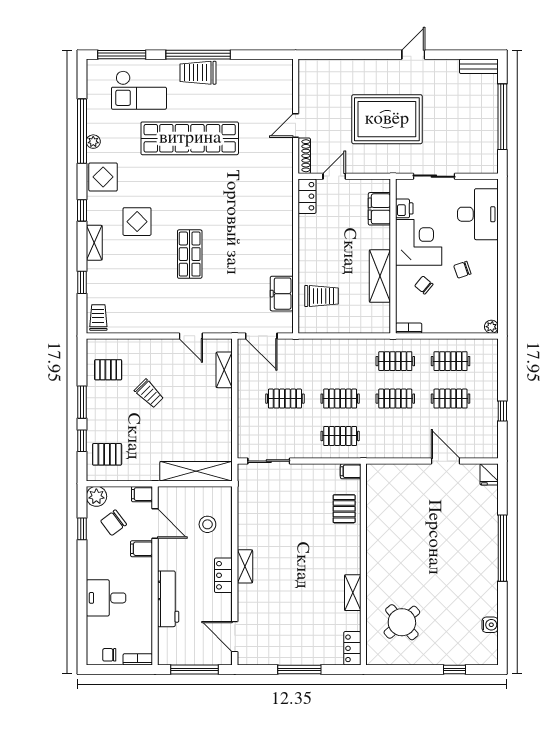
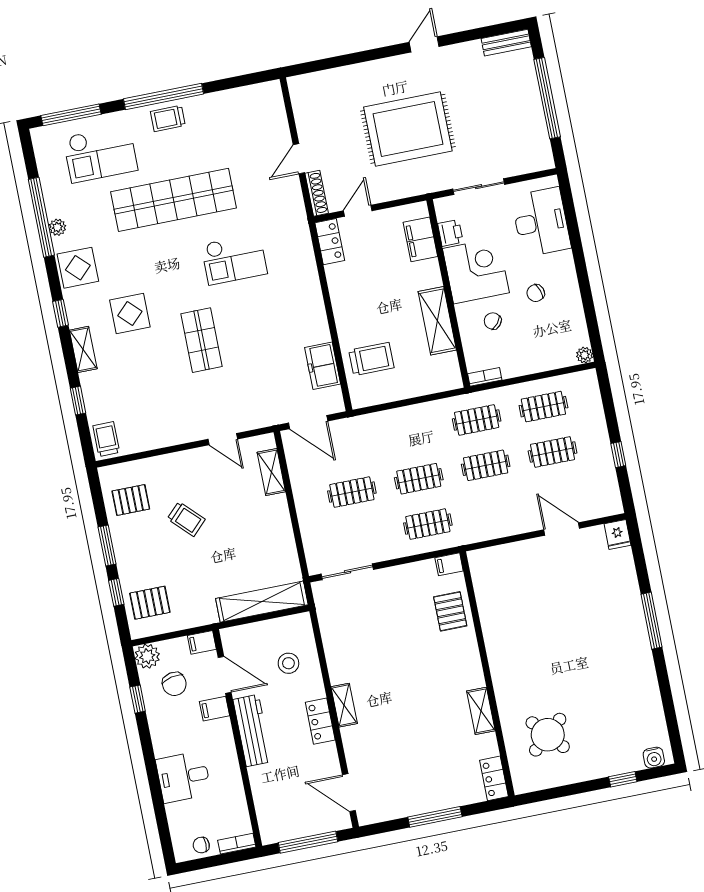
trolley: (198, 73) -> (168, 118), width x0.73, depth x0.72
checkout: (228, 195) -> (234, 259), added
chair: (114, 523) -> (174, 684), turned -65
window: (502, 548) -> (651, 621), width x0.68
workbench: (168, 599) -> (252, 731), moved
water cooler: (490, 625) -> (654, 758), moved, turned 90

